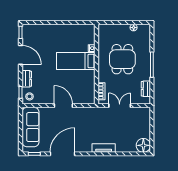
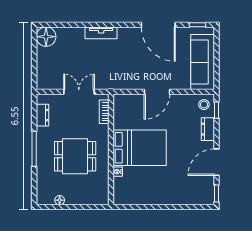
door: (21, 55) -> (216, 162), hinge flipped
dining table: (122, 59) -> (75, 156), turned 90
bed: (76, 61) -> (140, 148), width x1.50
door: (63, 106) -> (157, 92), hinge flipped
double door: (120, 106) -> (79, 92), swing flipped
door: (62, 154) -> (158, 25), hinge flipped

